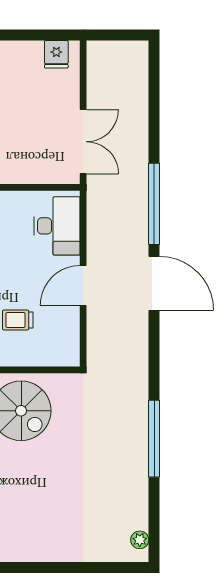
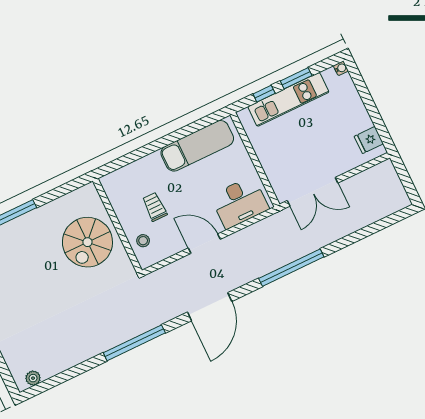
door: (154, 283) -> (210, 307), moved
stool: (48, 350) -> (143, 241), added
window: (154, 439) -> (134, 343), moved

